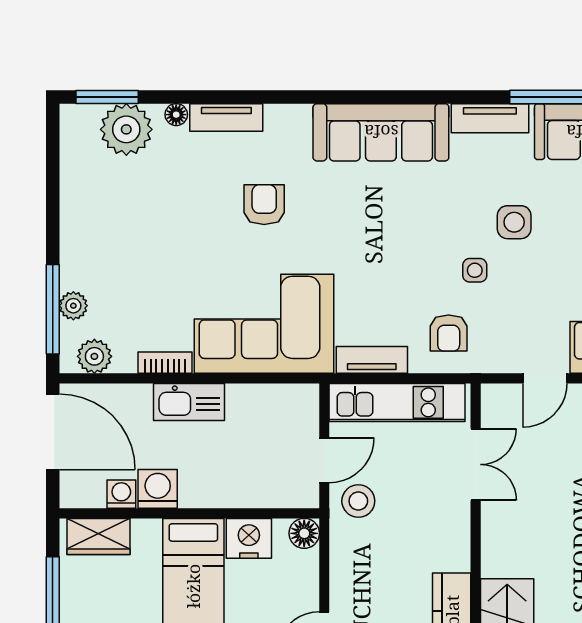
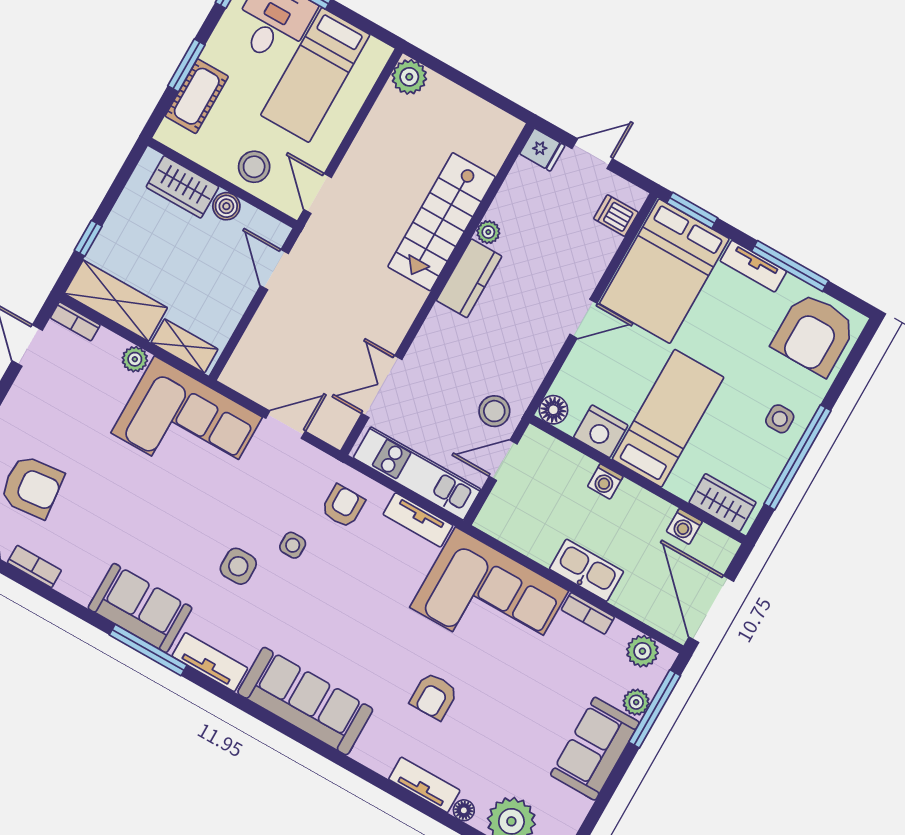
sofa: (87, 241) -> (595, 749), added
washing machine: (158, 489) -> (605, 481), moved, width x0.73, depth x0.73

